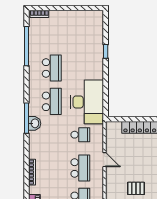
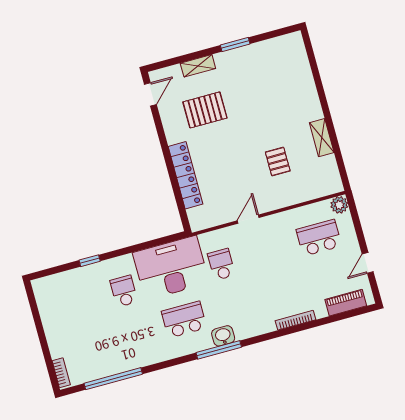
school desk: (52, 68) -> (124, 291), moved, width x0.54
school desk: (80, 168) -> (270, 251), removed

